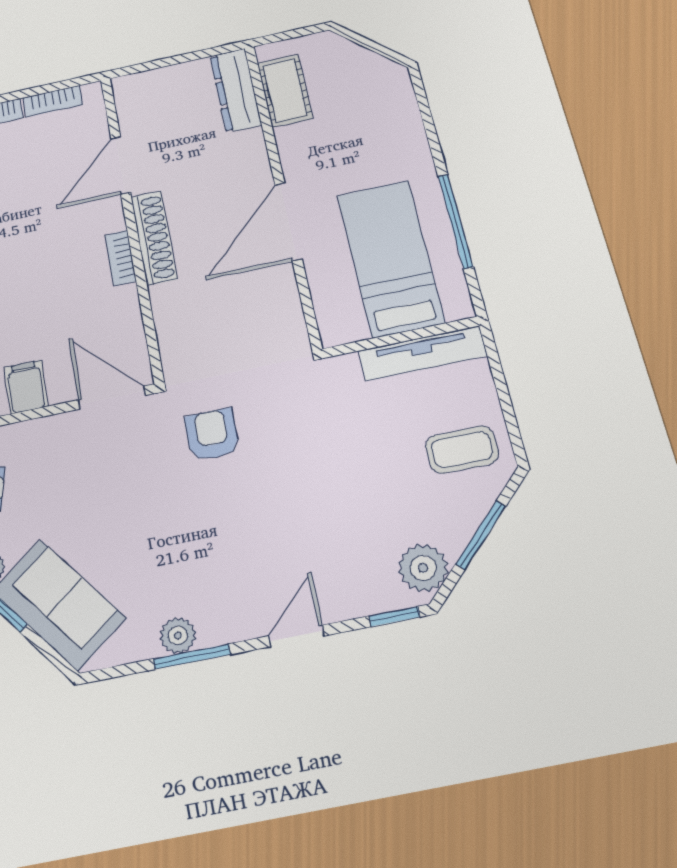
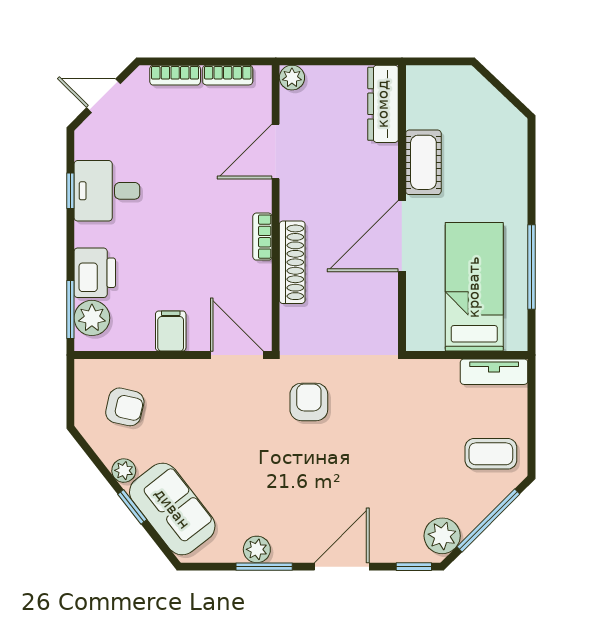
plant: (126, 87) -> (292, 78), added
cot: (285, 90) -> (423, 162), moved
shoe rack: (154, 238) -> (292, 262), moved
tv unit: (423, 353) -> (494, 372), width x0.71
window: (481, 535) -> (488, 520), width x1.44
door: (296, 636) -> (342, 567), width x1.38

